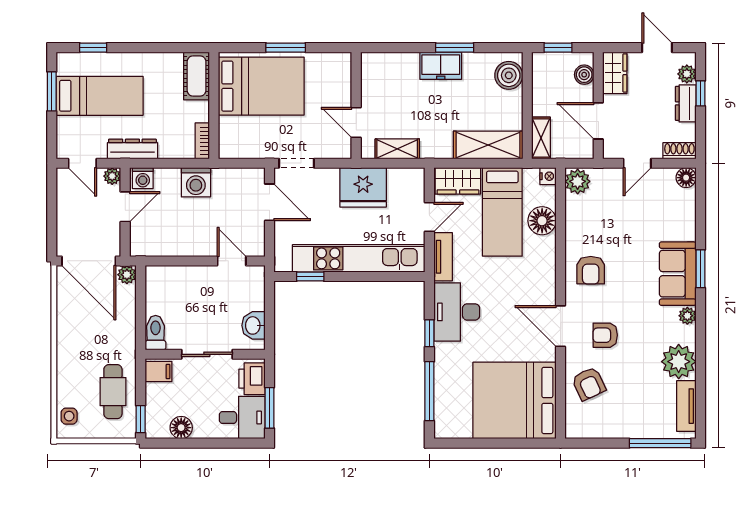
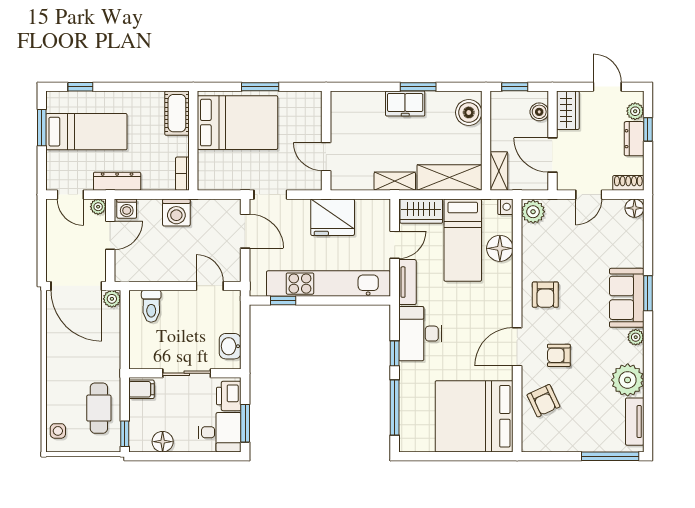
shelving: (397, 149) -> (395, 181), moved
door: (561, 326) -> (517, 347), hinge flipped
toilet: (156, 333) -> (151, 306), moved, turned 180

